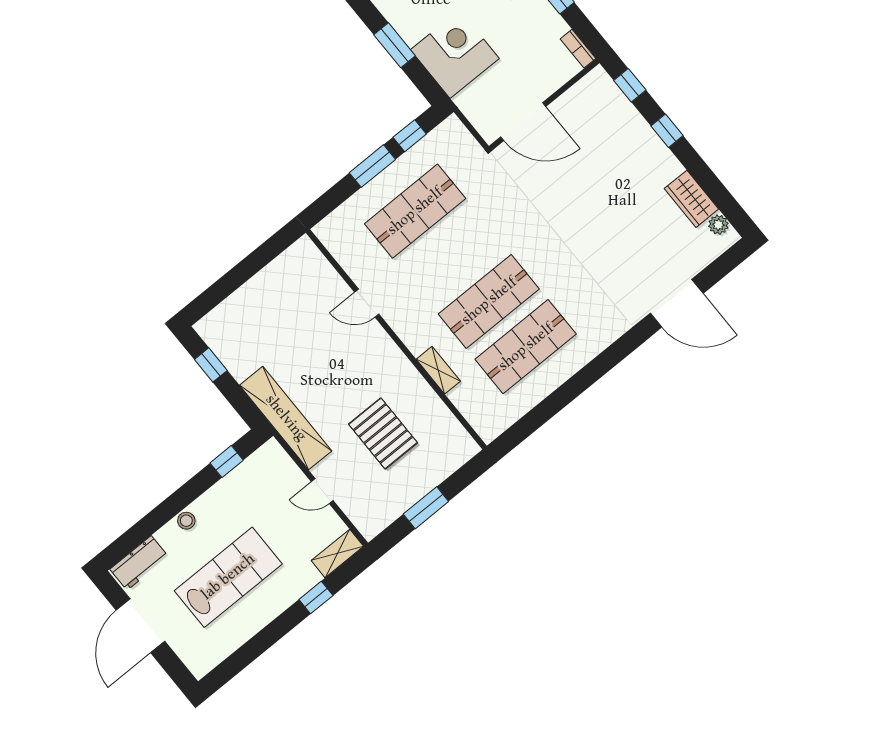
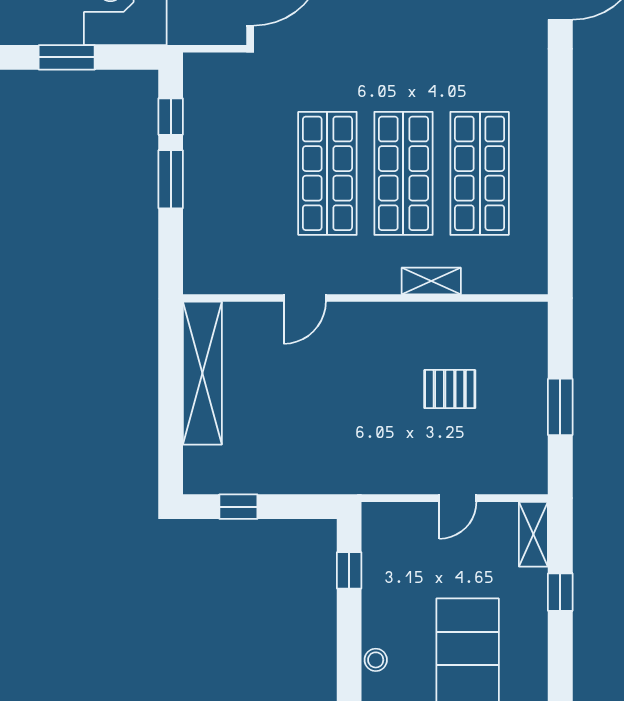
shop shelf: (415, 211) -> (327, 173), moved
shelving: (286, 418) -> (202, 373), moved, turned 90
pallet: (383, 433) -> (450, 389), width x0.67, depth x0.71

